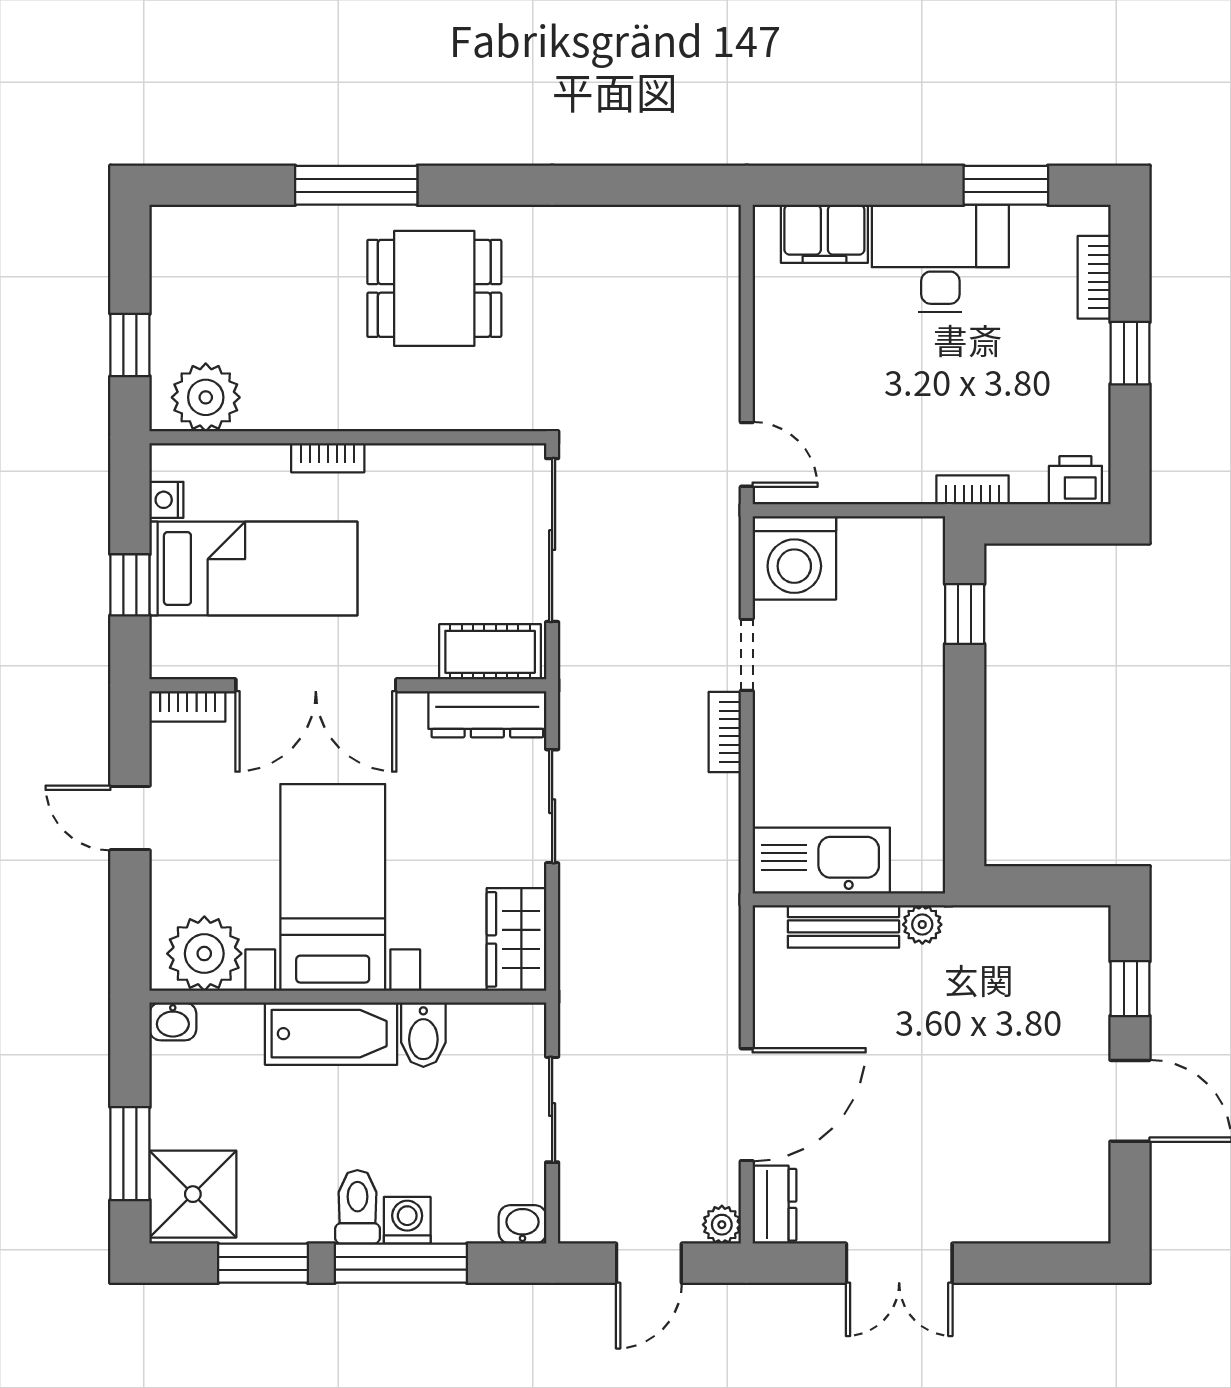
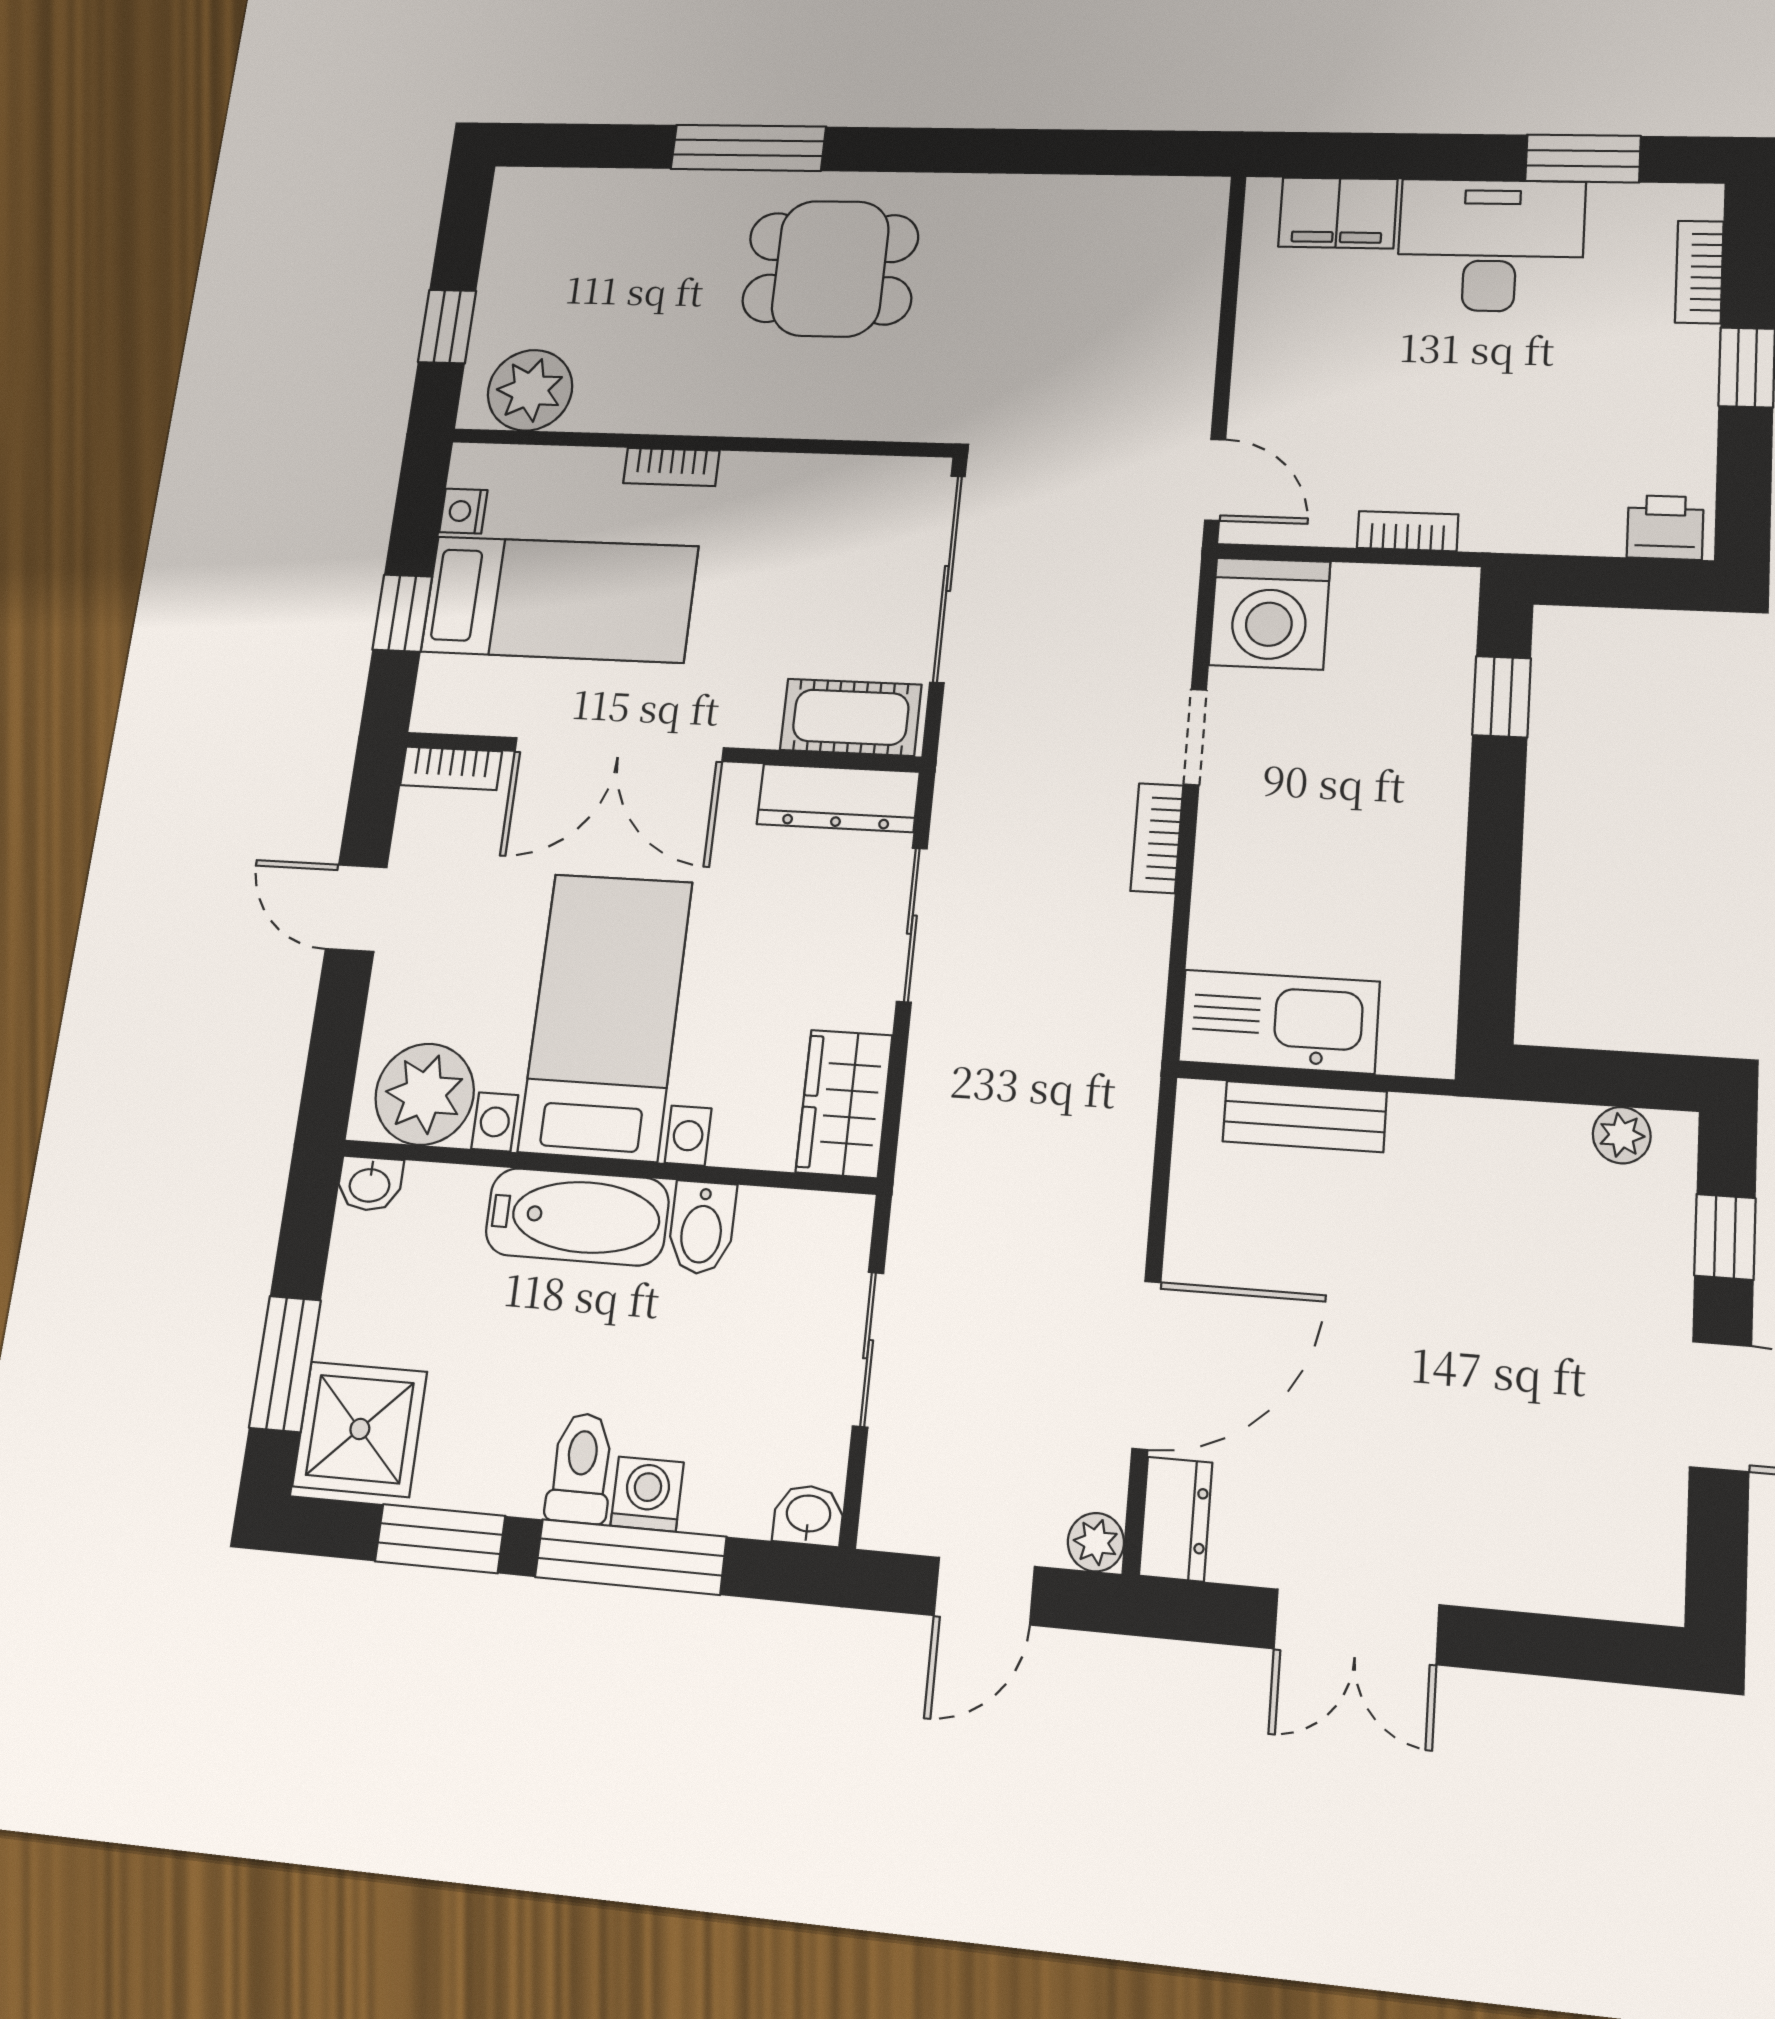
bookcase: (972, 490) -> (1408, 531), moved
plant: (922, 925) -> (1622, 1135), moved

